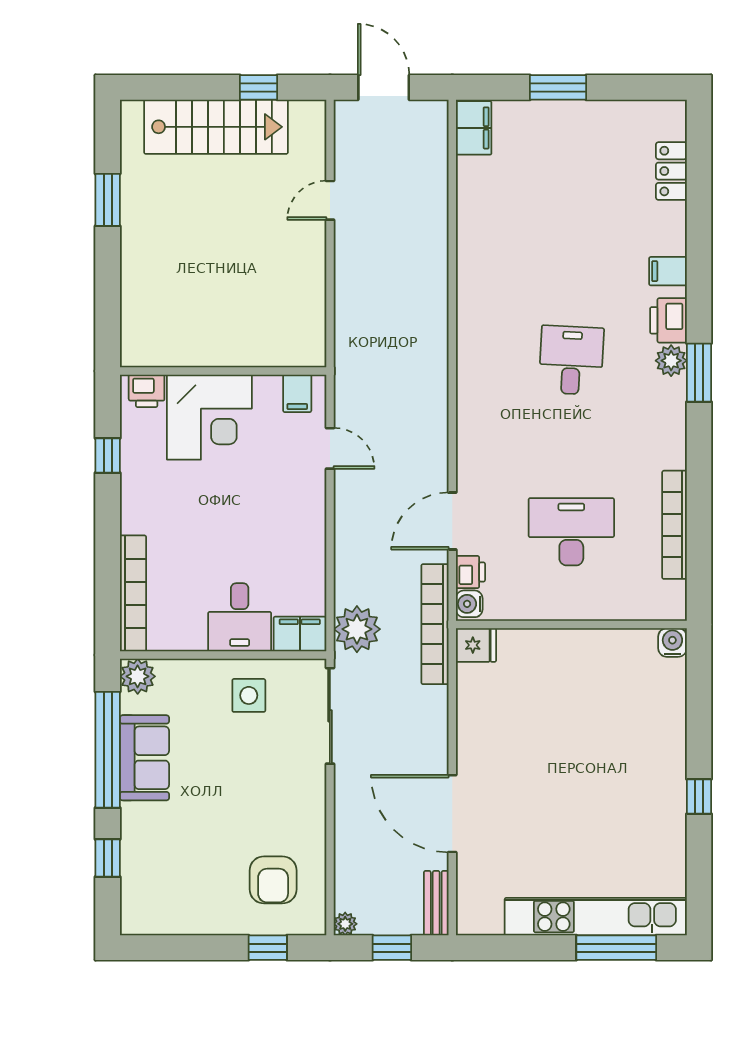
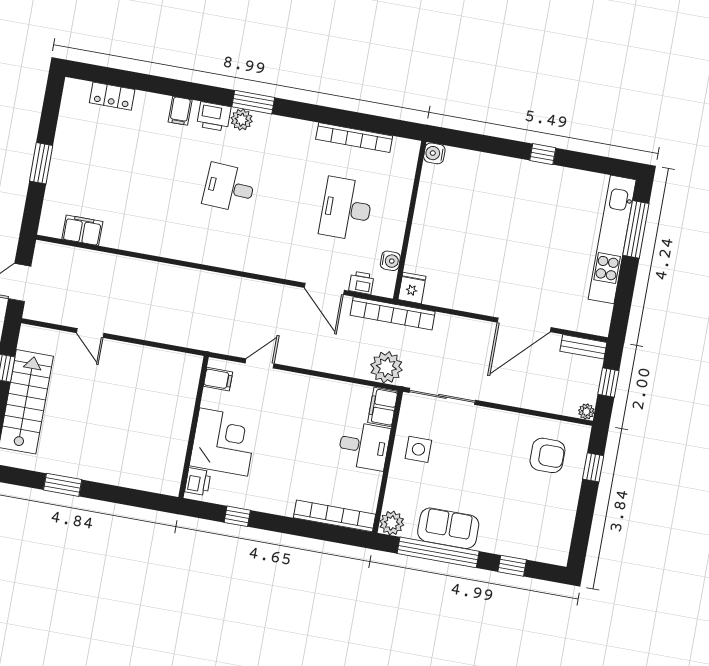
filing cabinet: (474, 128) -> (82, 230), moved
water cooler: (469, 604) -> (390, 261), moved, turned -90

